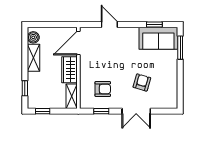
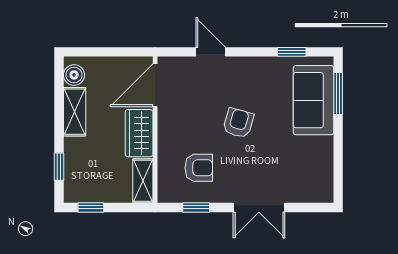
sofa: (158, 38) -> (313, 100), moved, turned 90
armchair: (142, 82) -> (238, 123), moved

